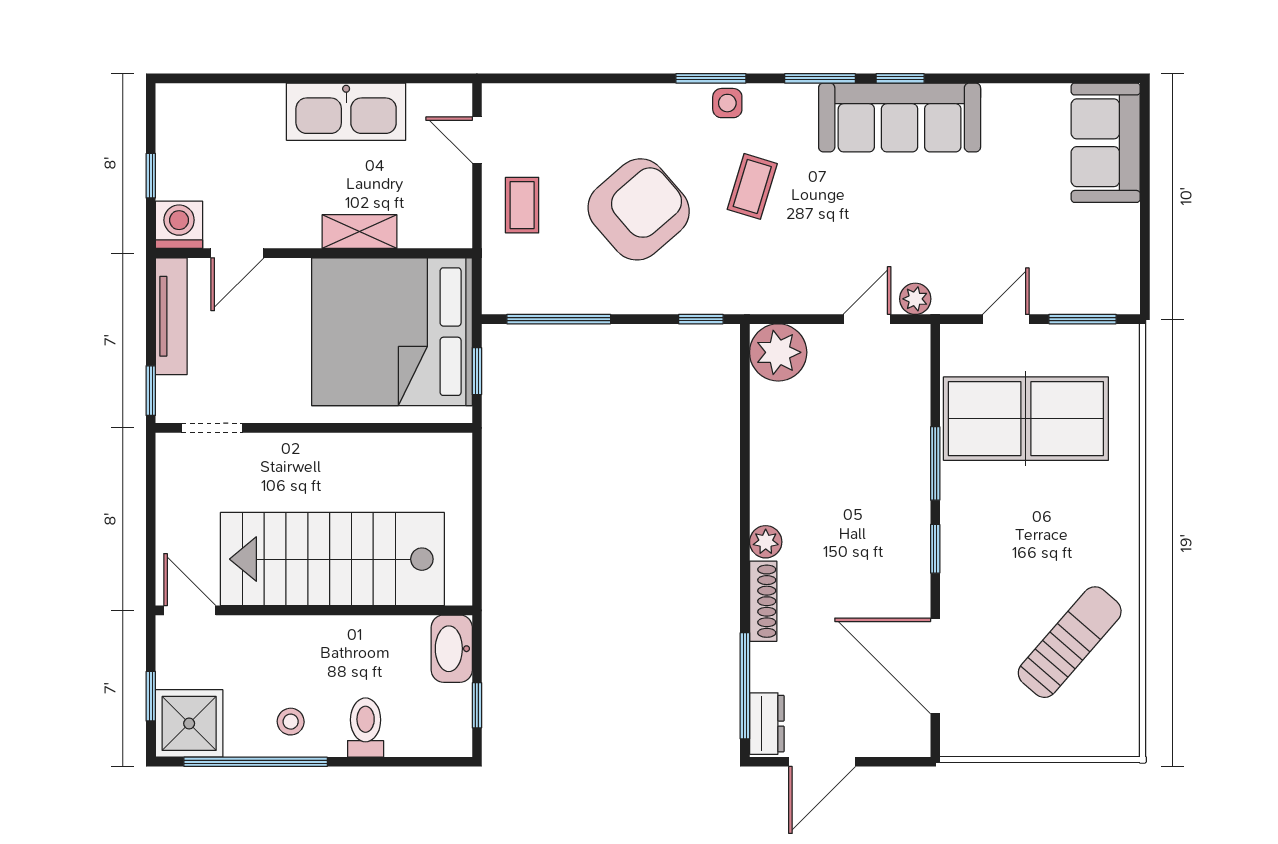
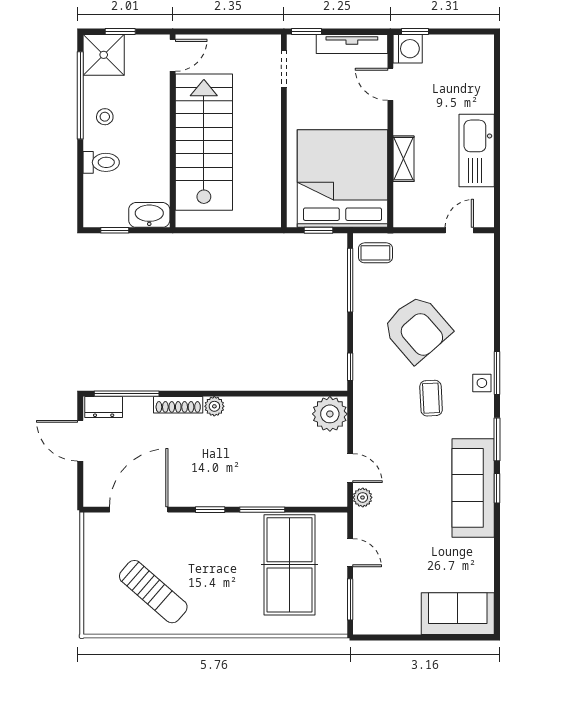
window: (151, 176) -> (415, 31), moved
coffee table: (752, 186) -> (431, 398), turned 70
coffee table: (522, 205) -> (375, 253), moved

